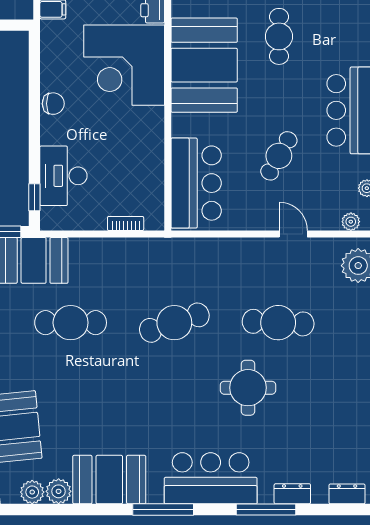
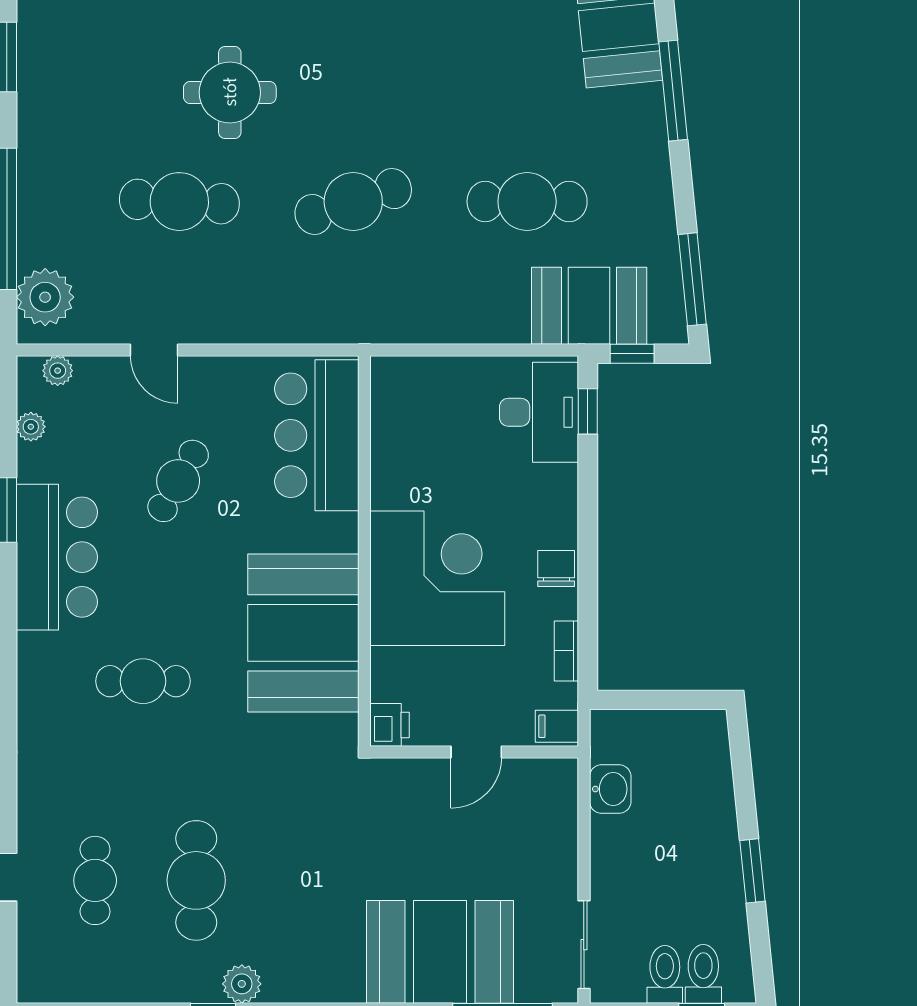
cafe table: (279, 36) -> (143, 681), moved, turned 90
corner desk: (124, 65) -> (437, 578), moved
chair: (53, 104) -> (556, 569), turned 90
desk: (63, 176) -> (539, 412), moved
bookcase: (126, 223) -> (566, 651), moved, turned 90

